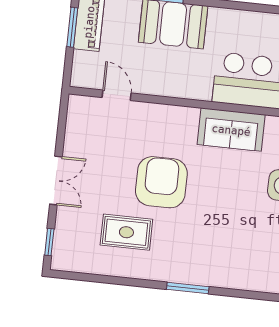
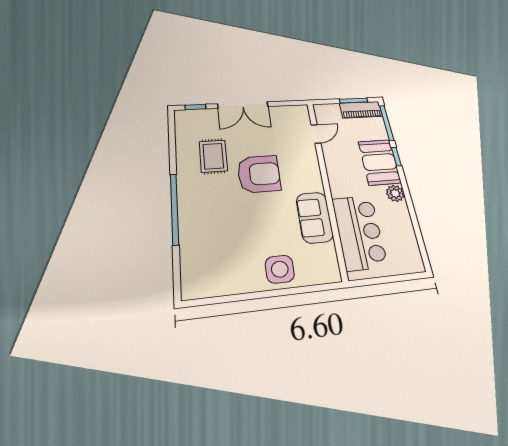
plant: (220, 19) -> (395, 193), added
double door: (56, 180) -> (243, 105), width x1.37
window: (188, 288) -> (174, 209), width x2.11

